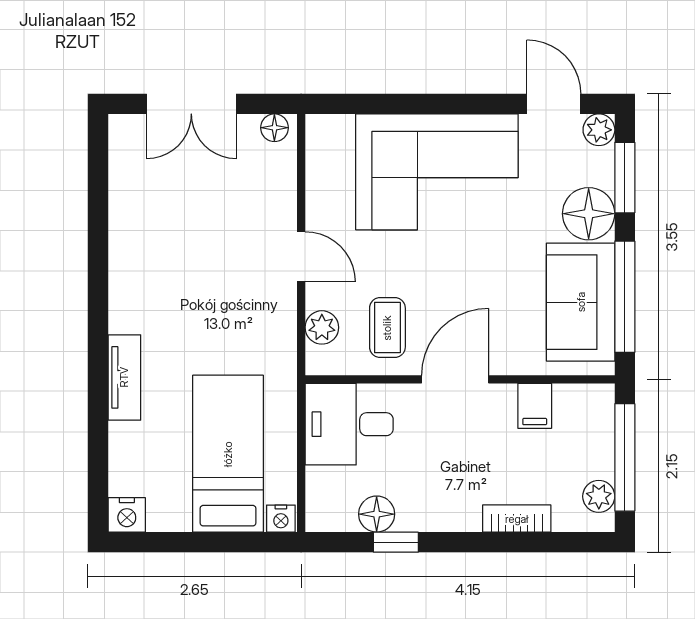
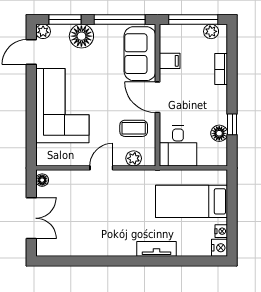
sofa: (581, 302) -> (140, 54), moved, turned 90
nightstand: (281, 519) -> (221, 231), moved

